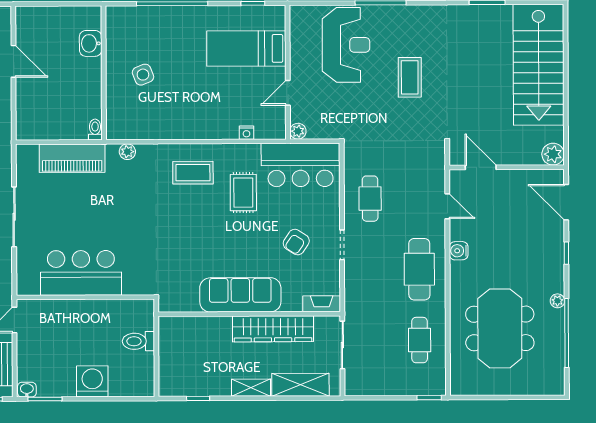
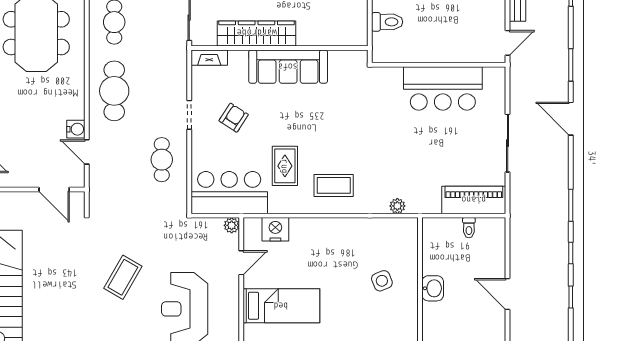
washbasin: (91, 43) -> (433, 288), moved
coffee table: (410, 77) -> (123, 277), turned 30
toilet: (95, 129) -> (469, 228), moved
nightstand: (246, 133) -> (275, 229), width x1.89, depth x1.79
piano: (72, 158) -> (474, 200), moved
water cooler: (459, 251) -> (76, 129), moved

